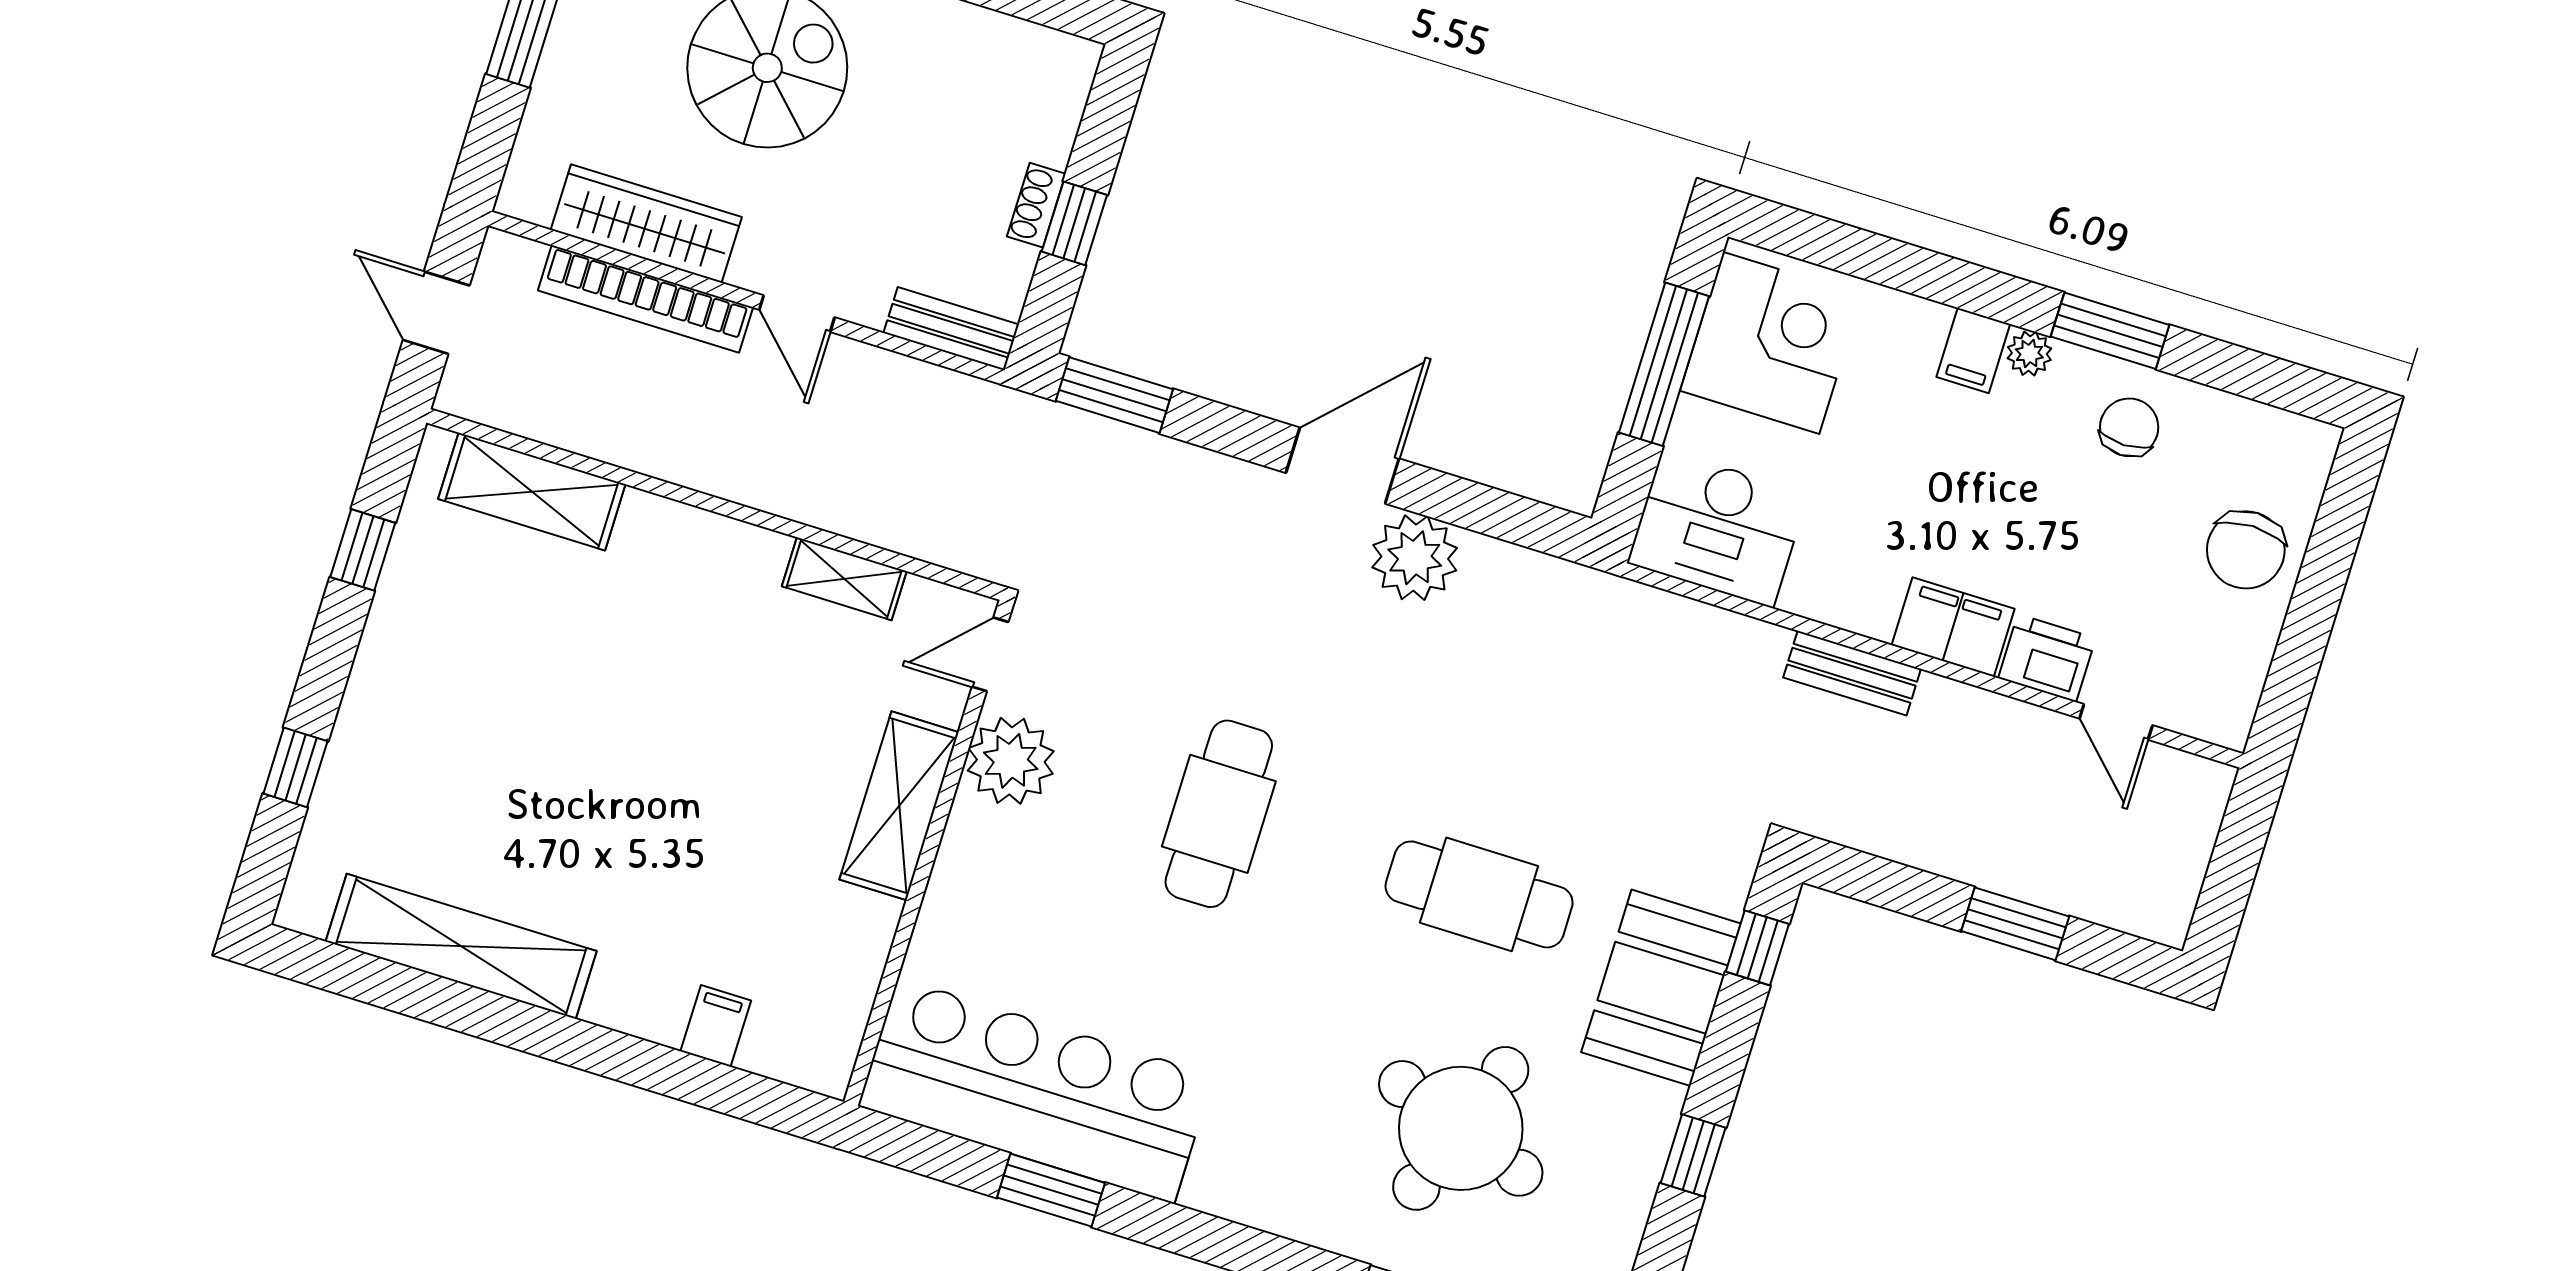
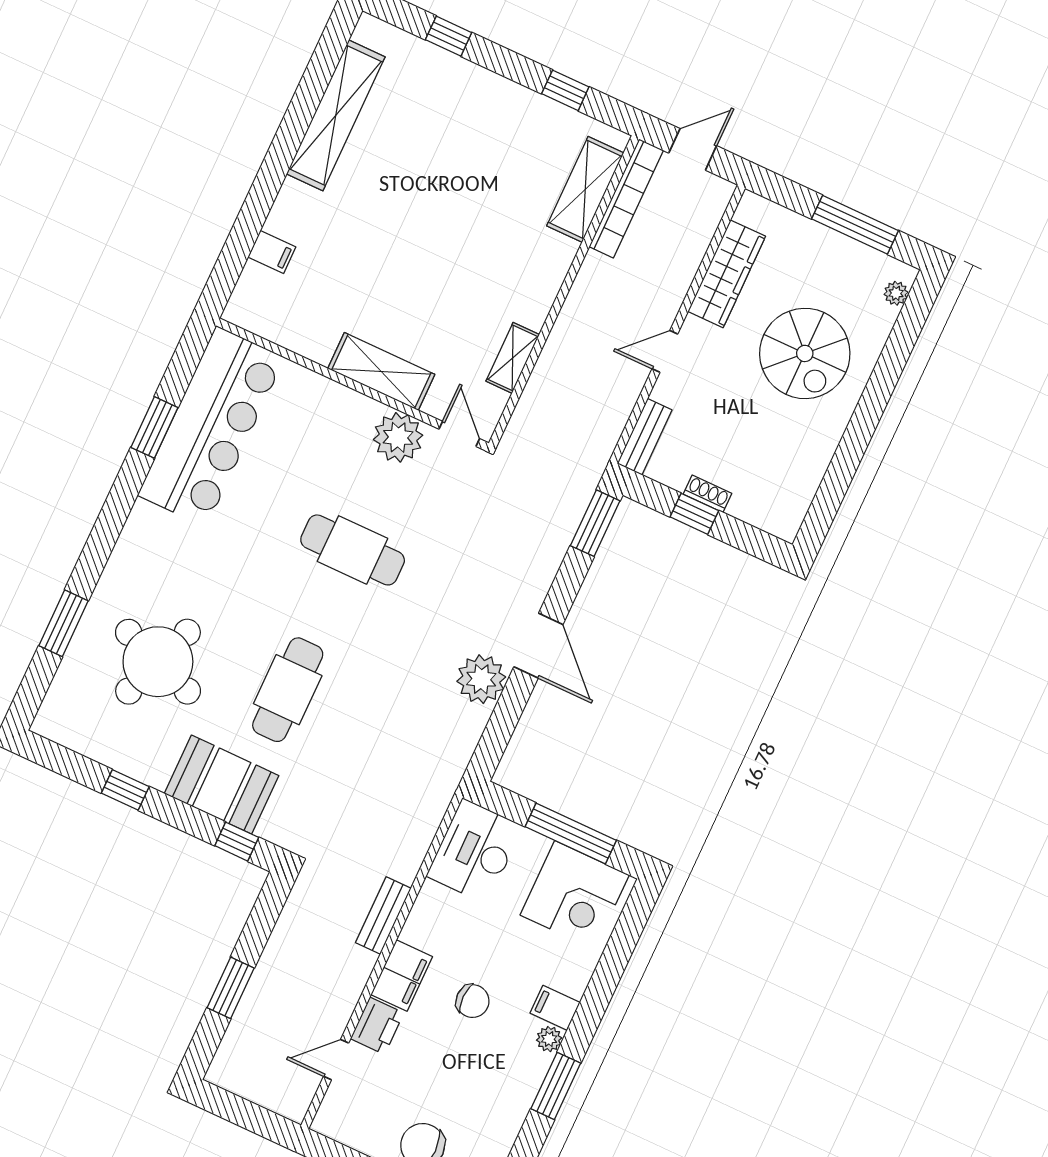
bookcase: (645, 299) -> (626, 198), moved, turned 180
chair: (2129, 427) -> (473, 1001), moved

